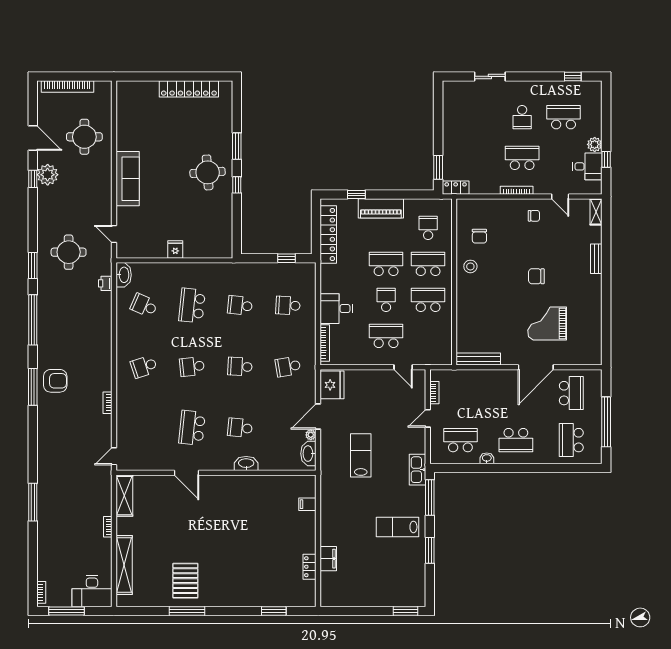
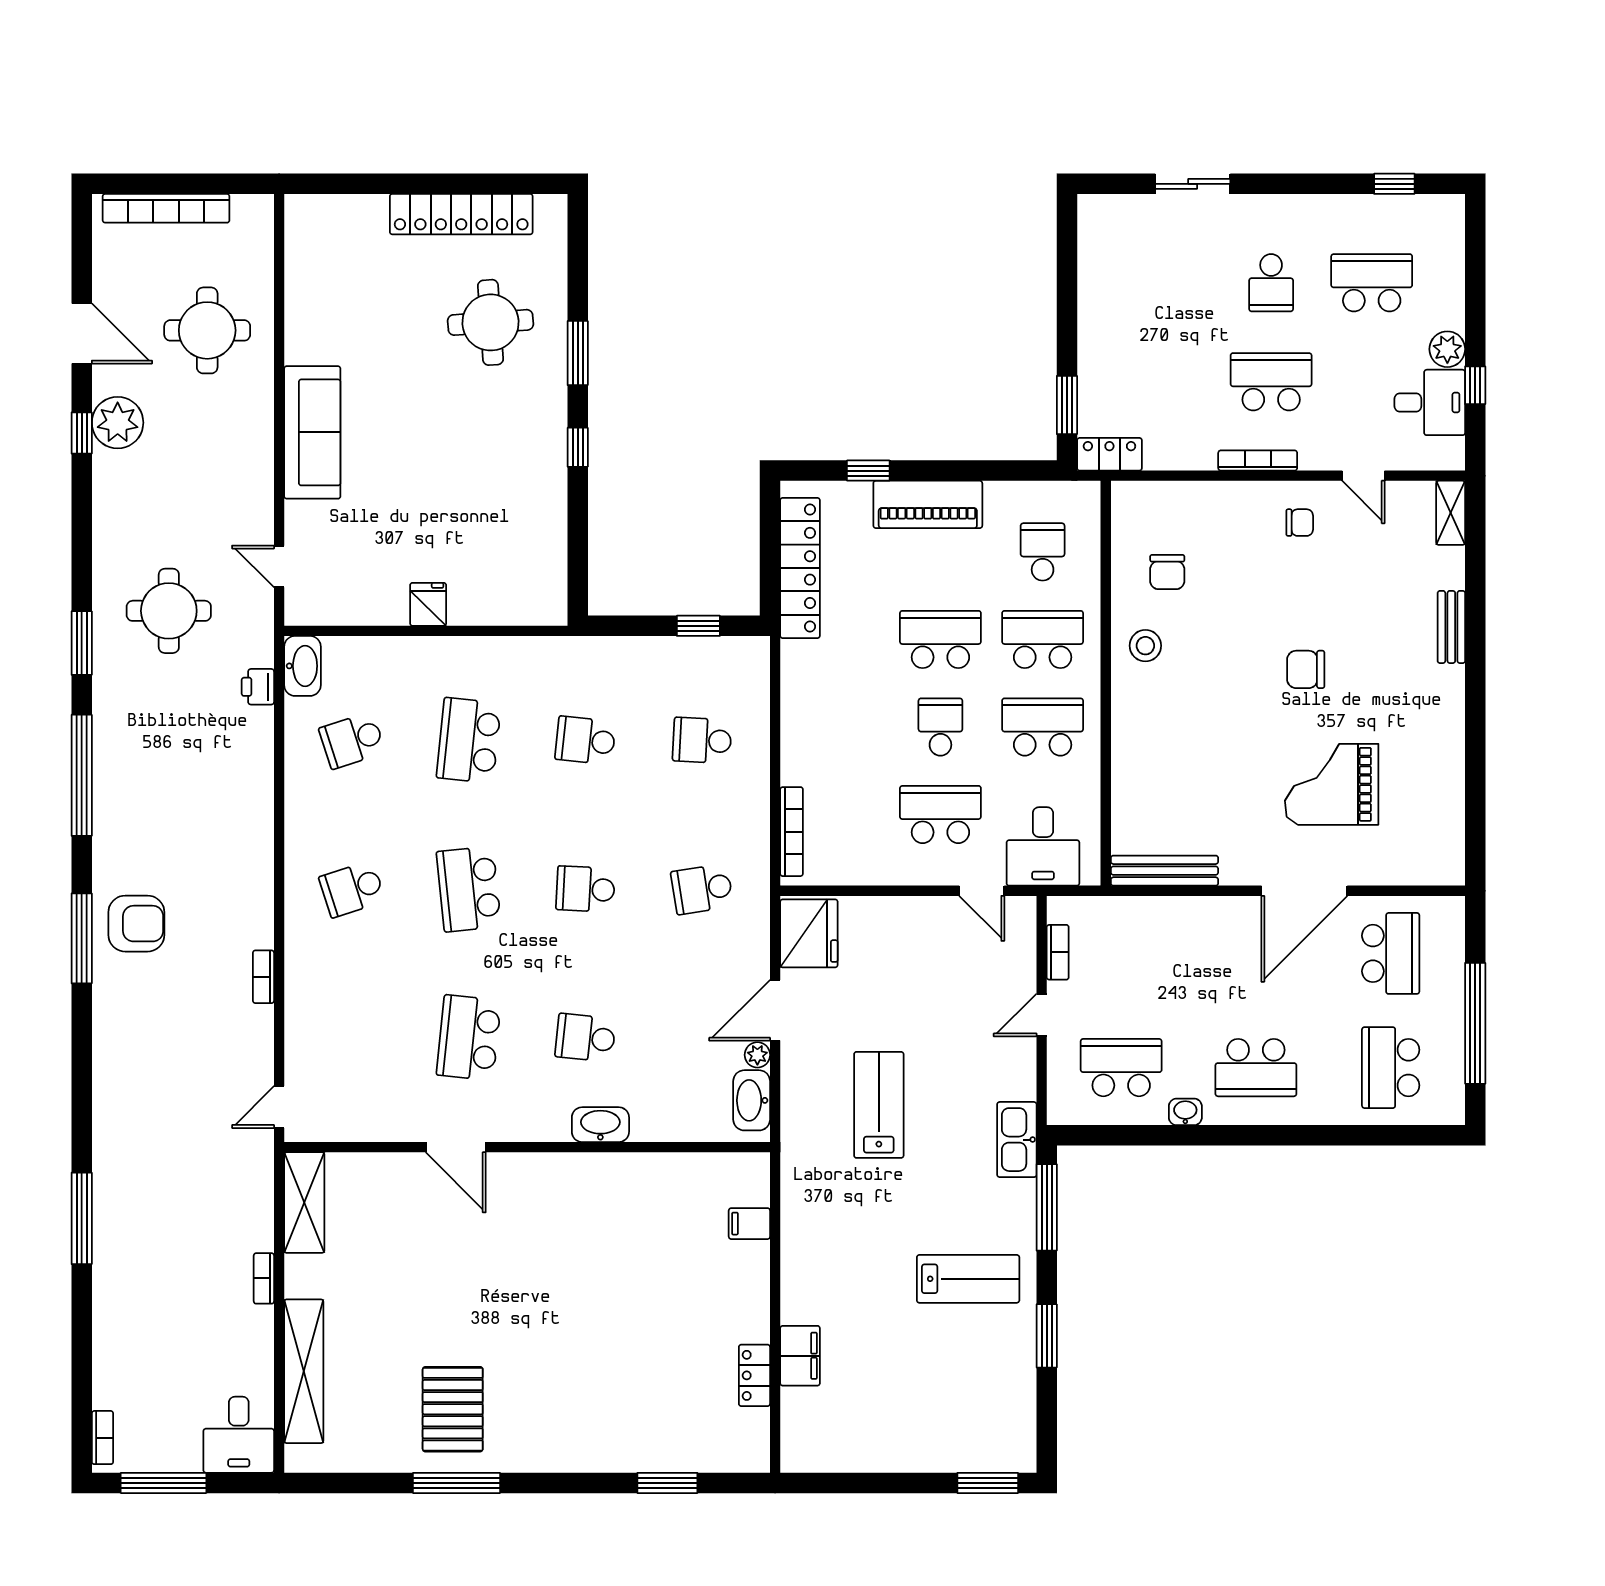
round table: (208, 172) -> (491, 322), moved
school desk: (144, 305) -> (352, 740), turned -42
desk: (336, 309) -> (1043, 846), moved, turned -90
school desk: (192, 367) -> (469, 889), width x1.85
lab bench: (397, 527) -> (968, 1279), turned 180
desk: (92, 591) -> (239, 1435), width x0.73

